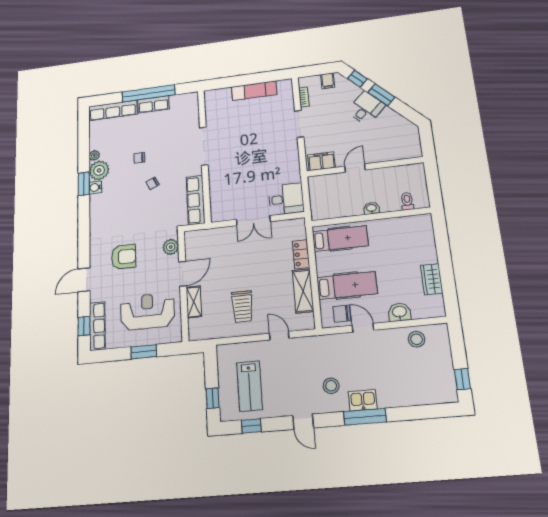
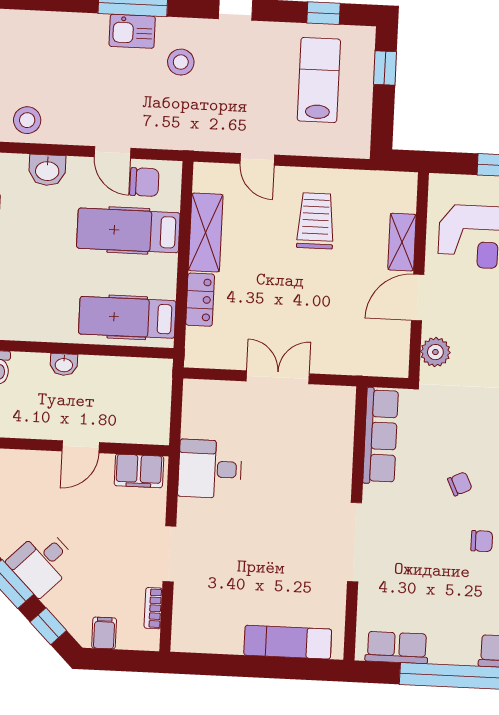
exam couch: (254, 91) -> (288, 642), moved
row of seats: (153, 104) -> (397, 647), moved
desk: (286, 199) -> (210, 469), moved

